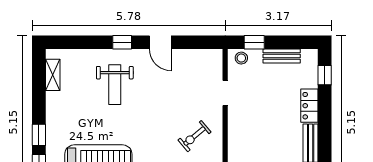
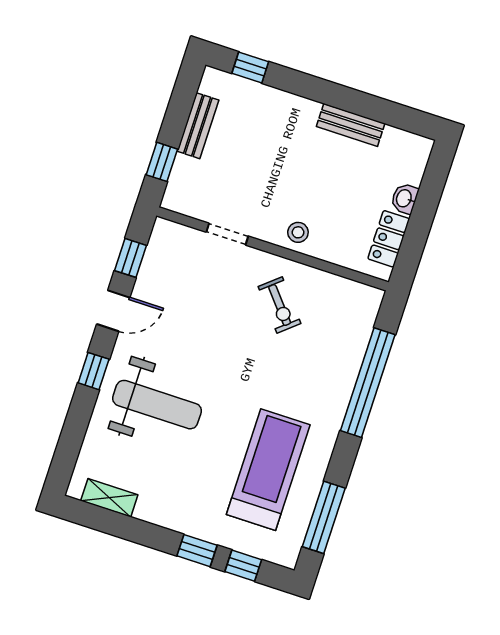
window: (194, 42) -> (131, 258), added
stool: (241, 58) -> (298, 232), moved
weight bench: (115, 85) -> (157, 405), width x1.36, depth x1.33
locker: (309, 106) -> (291, 107), removed

